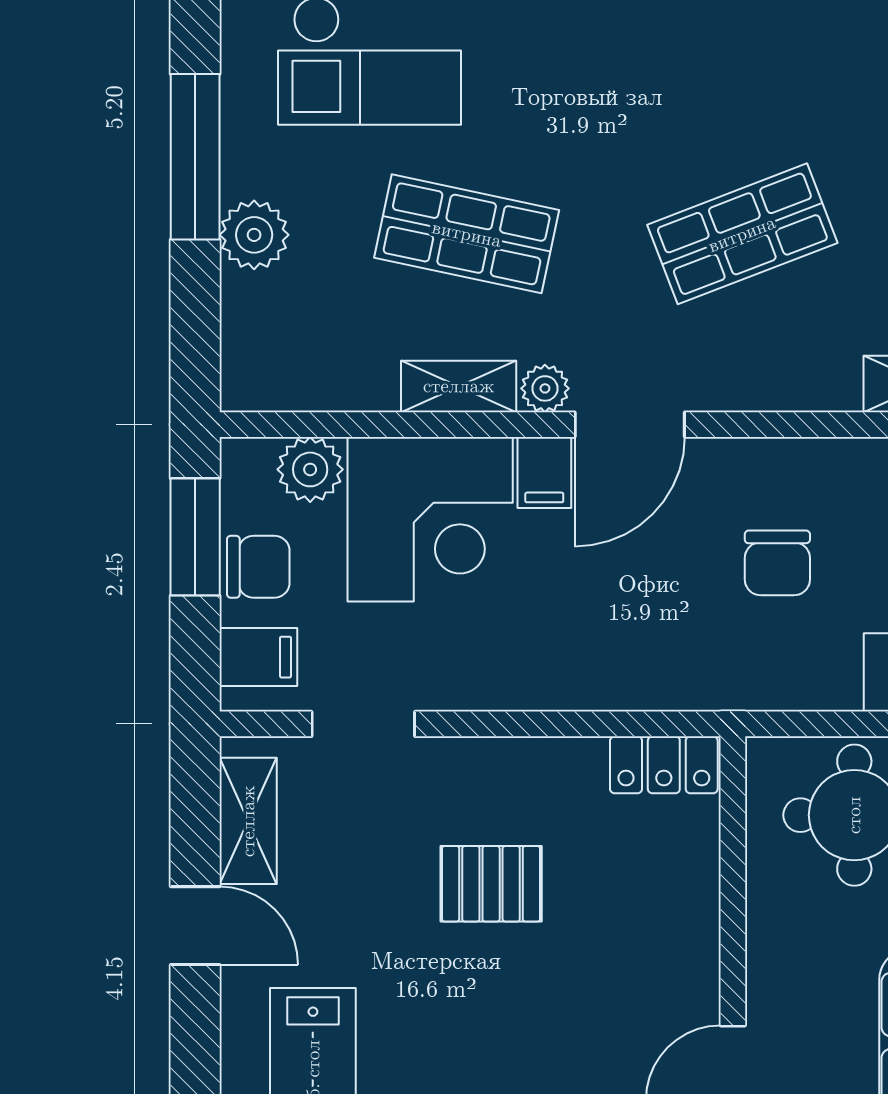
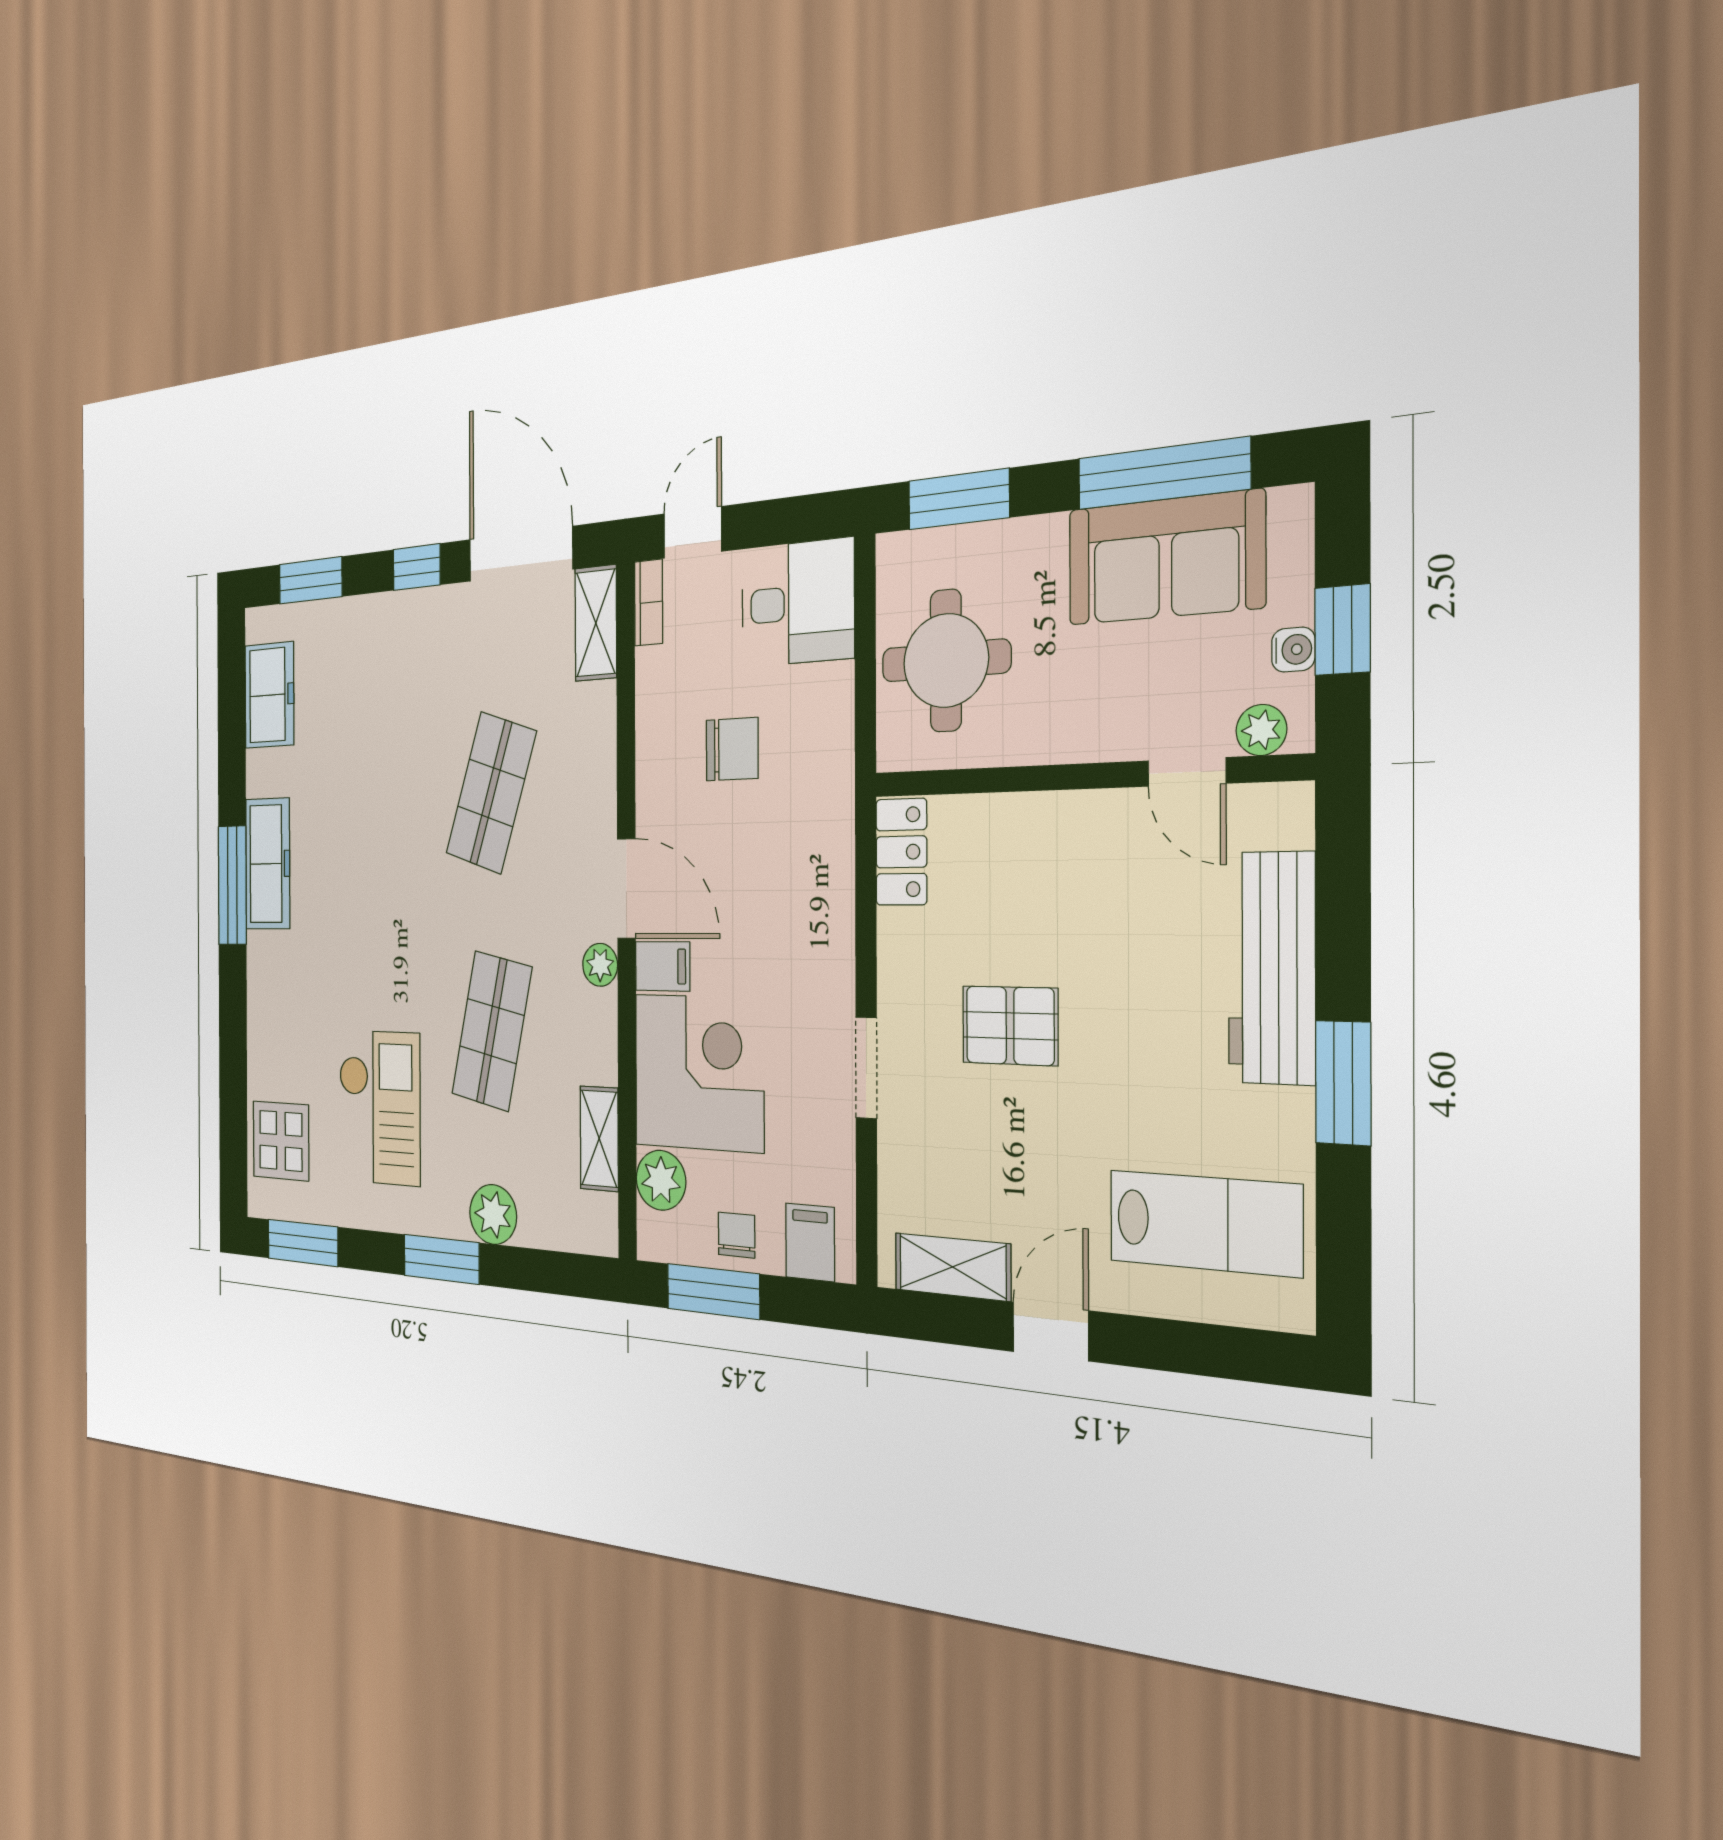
window: (195, 157) -> (441, 1259), width x0.69
shop shelf: (742, 234) -> (491, 793), turned 39
shelving: (459, 386) -> (599, 1139), moved
chair: (258, 567) -> (737, 1235), width x0.73, depth x0.73
doorway: (363, 724) -> (866, 1068), moved
pallet: (491, 884) -> (1010, 1026), turned 90

